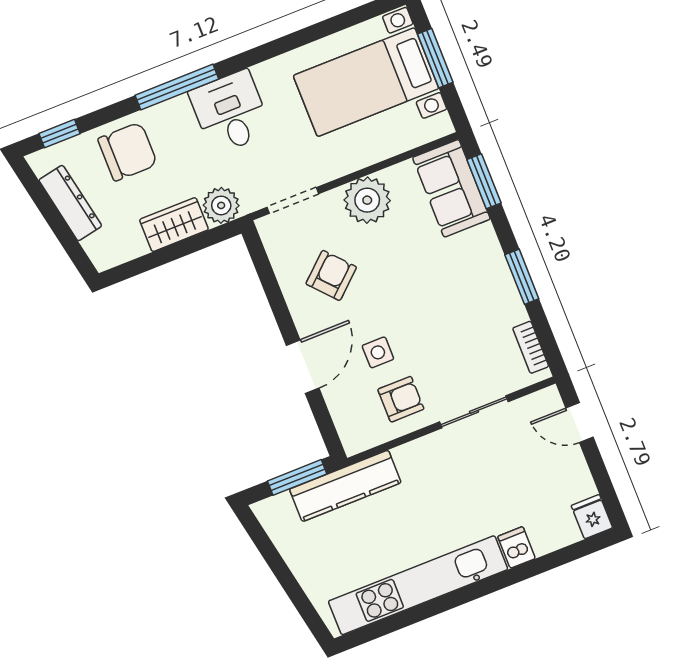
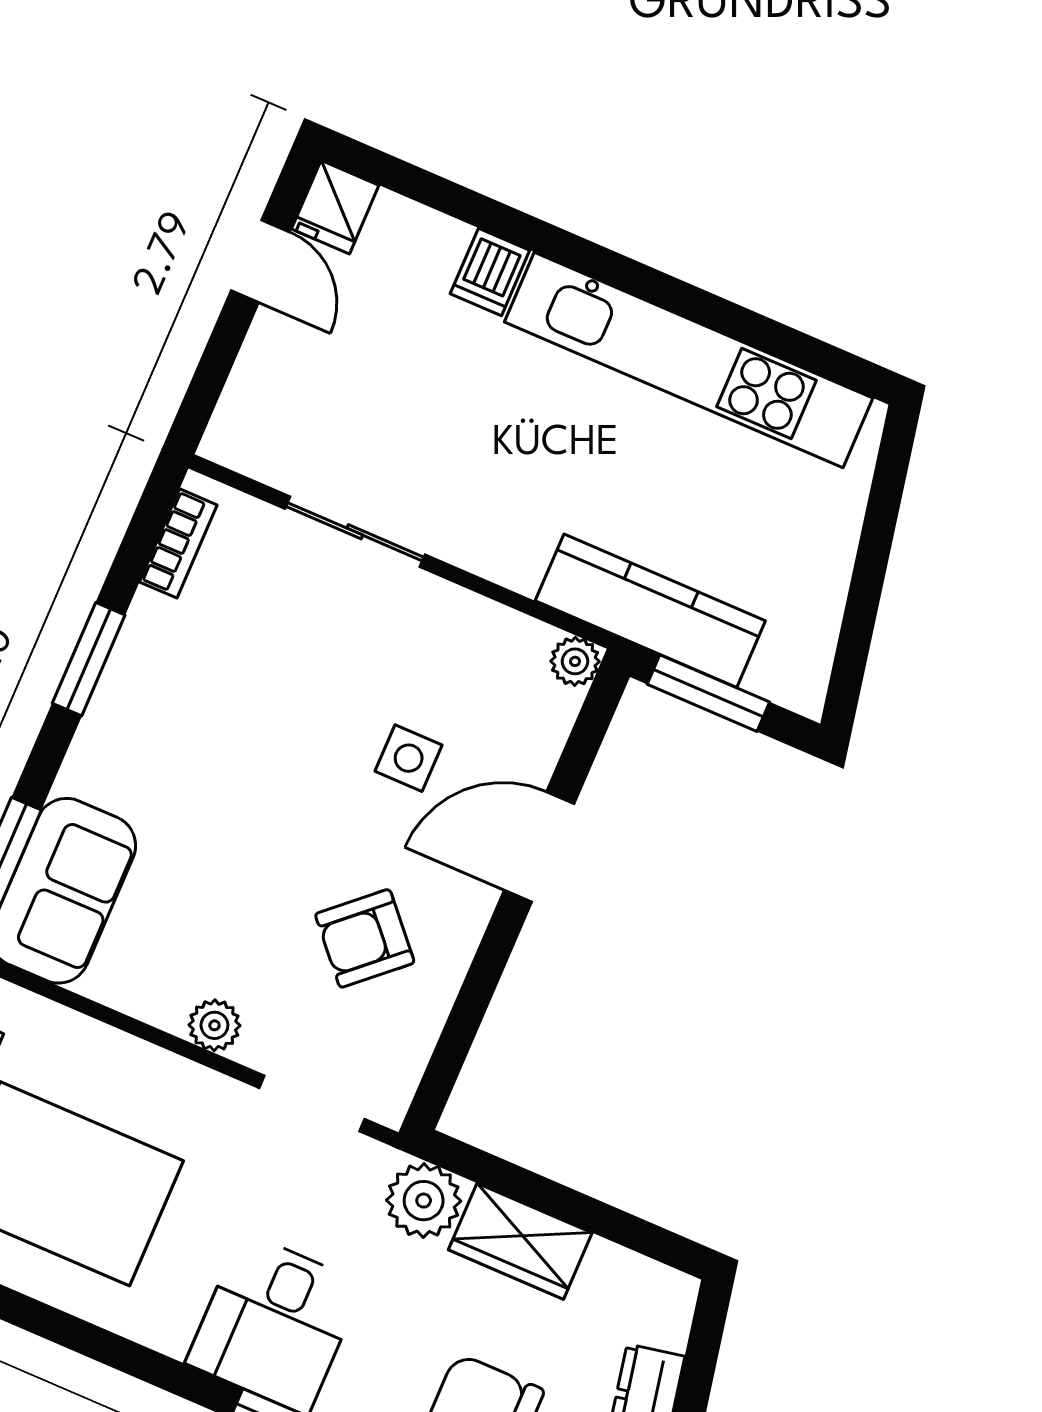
plant: (367, 200) -> (214, 1025), width x0.53, depth x0.53
armchair: (401, 399) -> (443, 656), removed
door: (579, 423) -> (260, 261), moved
plant: (354, 443) -> (575, 661), added

